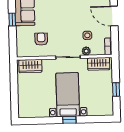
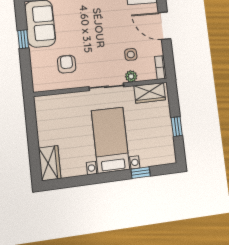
wardrobe: (30, 66) -> (50, 163), moved, turned -90
window: (69, 120) -> (141, 173), moved

